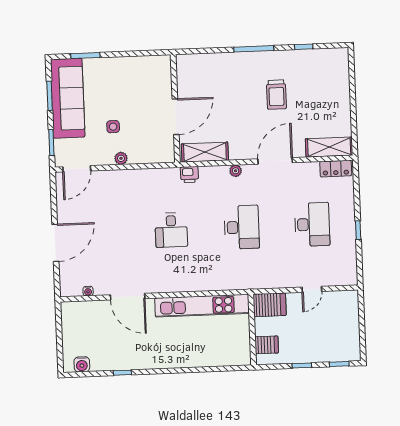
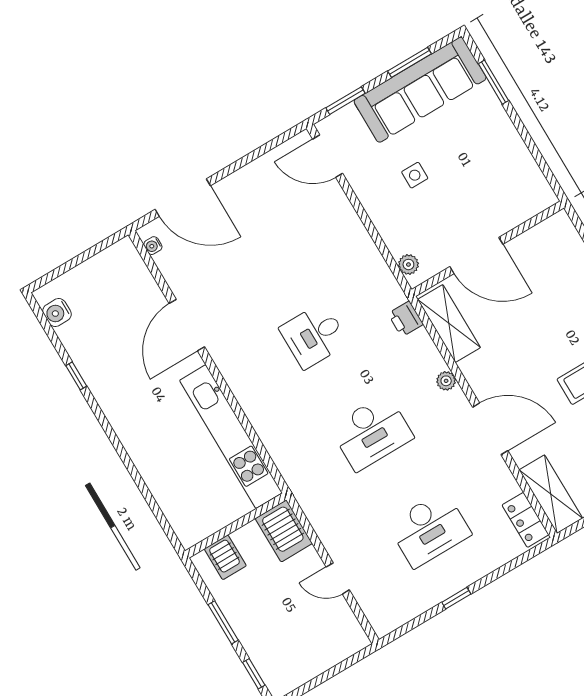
plant: (121, 158) -> (408, 264), moved
door: (55, 243) -> (183, 198), moved
water cooler: (88, 291) -> (153, 246), moved
window: (302, 366) -> (223, 622), width x1.50

